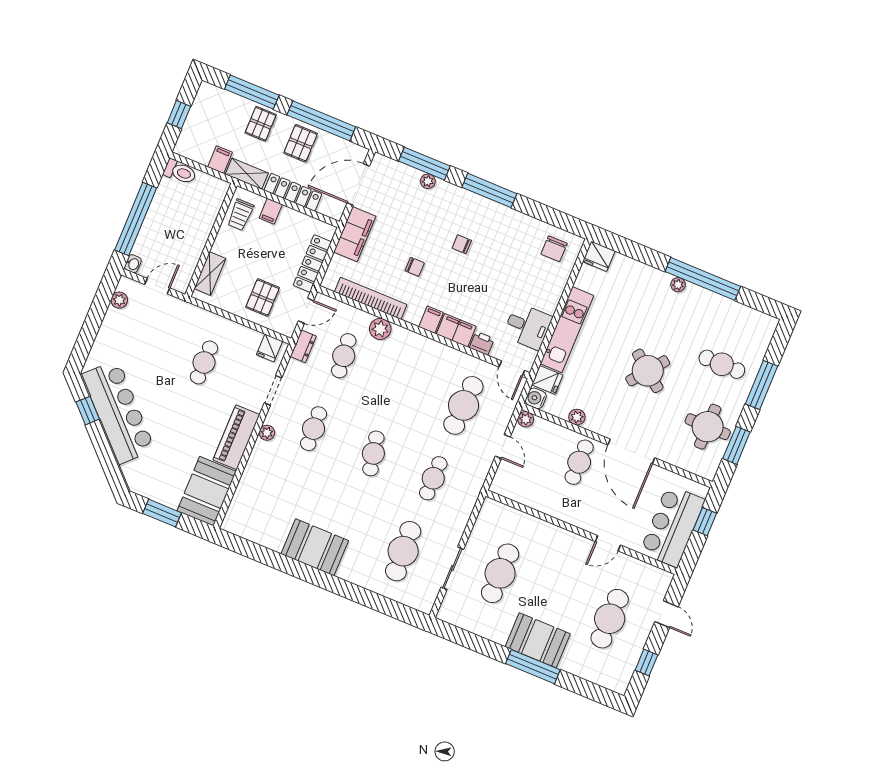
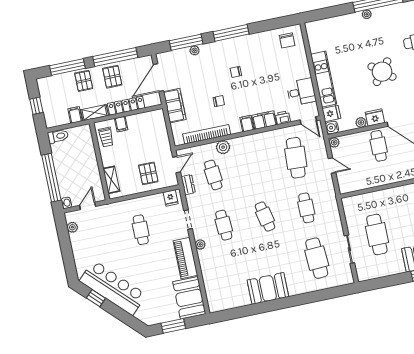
fridge: (599, 256) -> (375, 117), moved, turned 180
locker: (312, 264) -> (163, 137), removed

